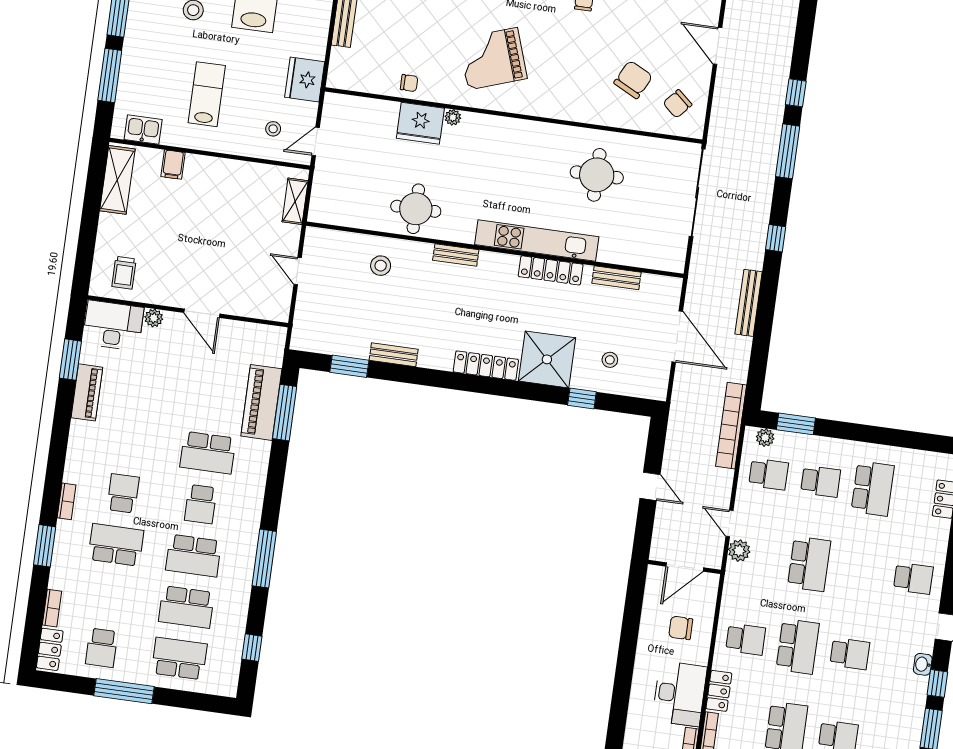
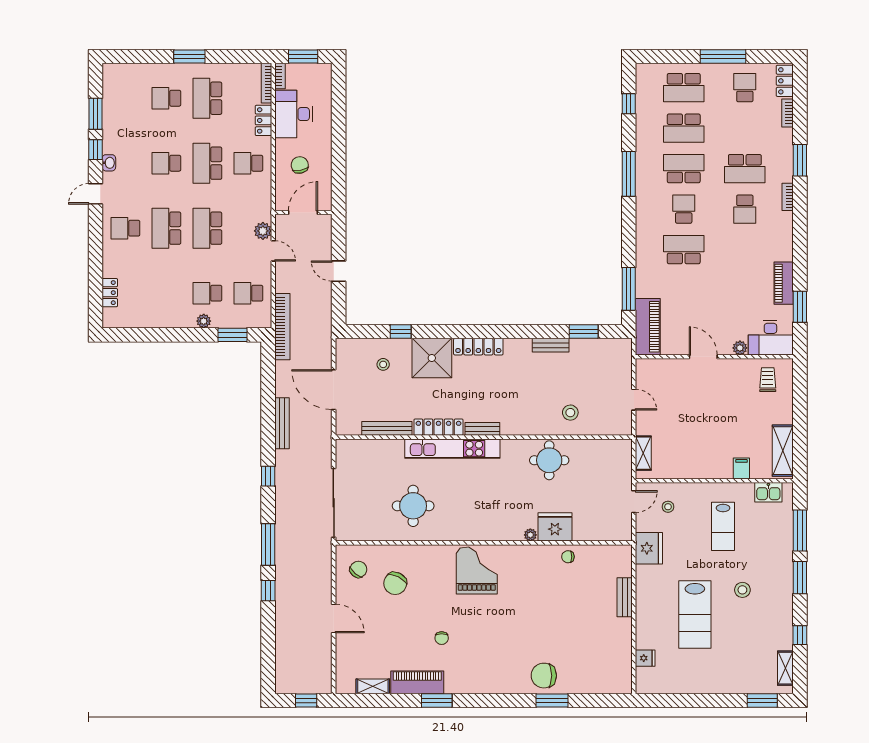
grand piano: (493, 59) -> (477, 570), moved, turned -71
bench: (456, 255) -> (482, 429), moved
bench: (616, 278) -> (387, 428), width x1.36
piano: (261, 402) -> (648, 327), moved
plant: (765, 438) -> (204, 321), moved
school desk: (873, 489) -> (166, 228), moved
school desk: (186, 607) -> (684, 128), turned 180
chair: (681, 628) -> (300, 165), turned -102

